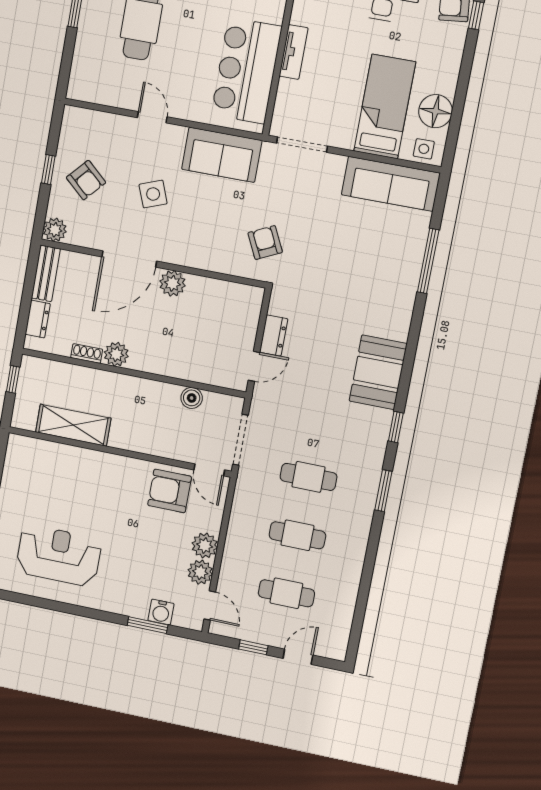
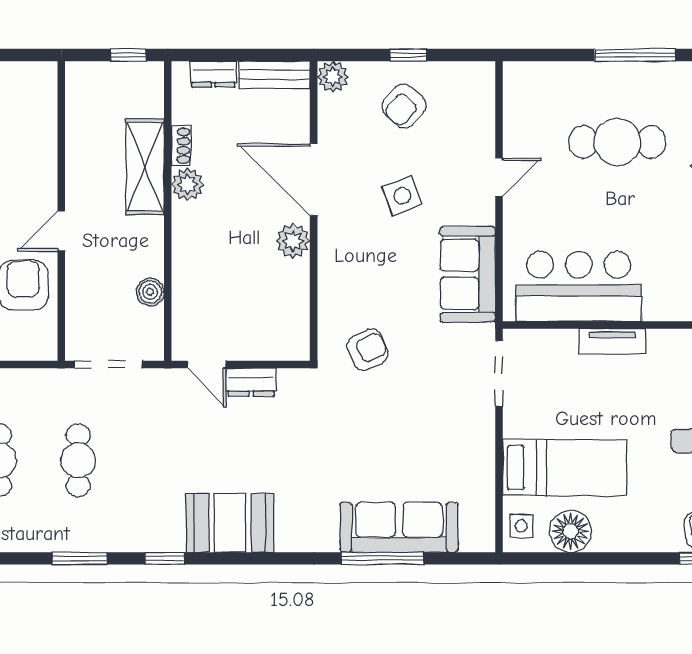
sofa: (391, 184) -> (399, 527), moved, turned 90
shelving: (73, 425) -> (145, 167), moved
door: (209, 470) -> (61, 231), moved

